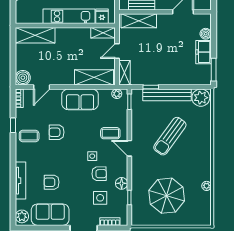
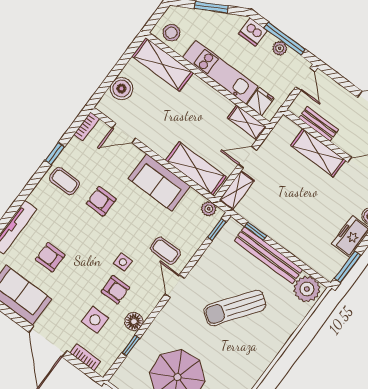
stool: (27, 15) -> (171, 33), added
shelving: (139, 21) -> (318, 153), moved
boiler: (23, 78) -> (121, 89), moved

